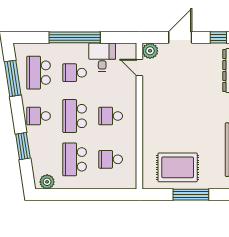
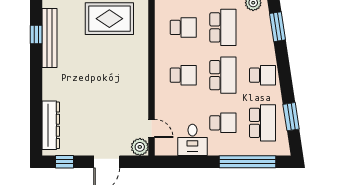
window: (75, 37) -> (248, 162), moved
window: (13, 78) -> (291, 117), width x0.69
window: (23, 146) -> (277, 27), moved

